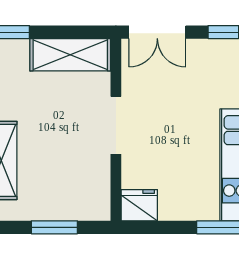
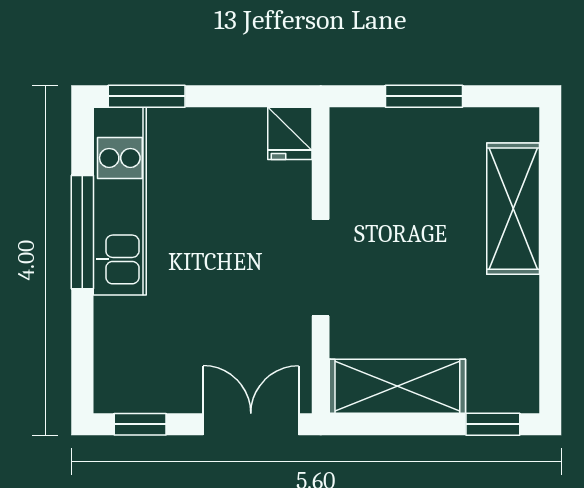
fridge: (139, 205) -> (290, 133), width x0.72

